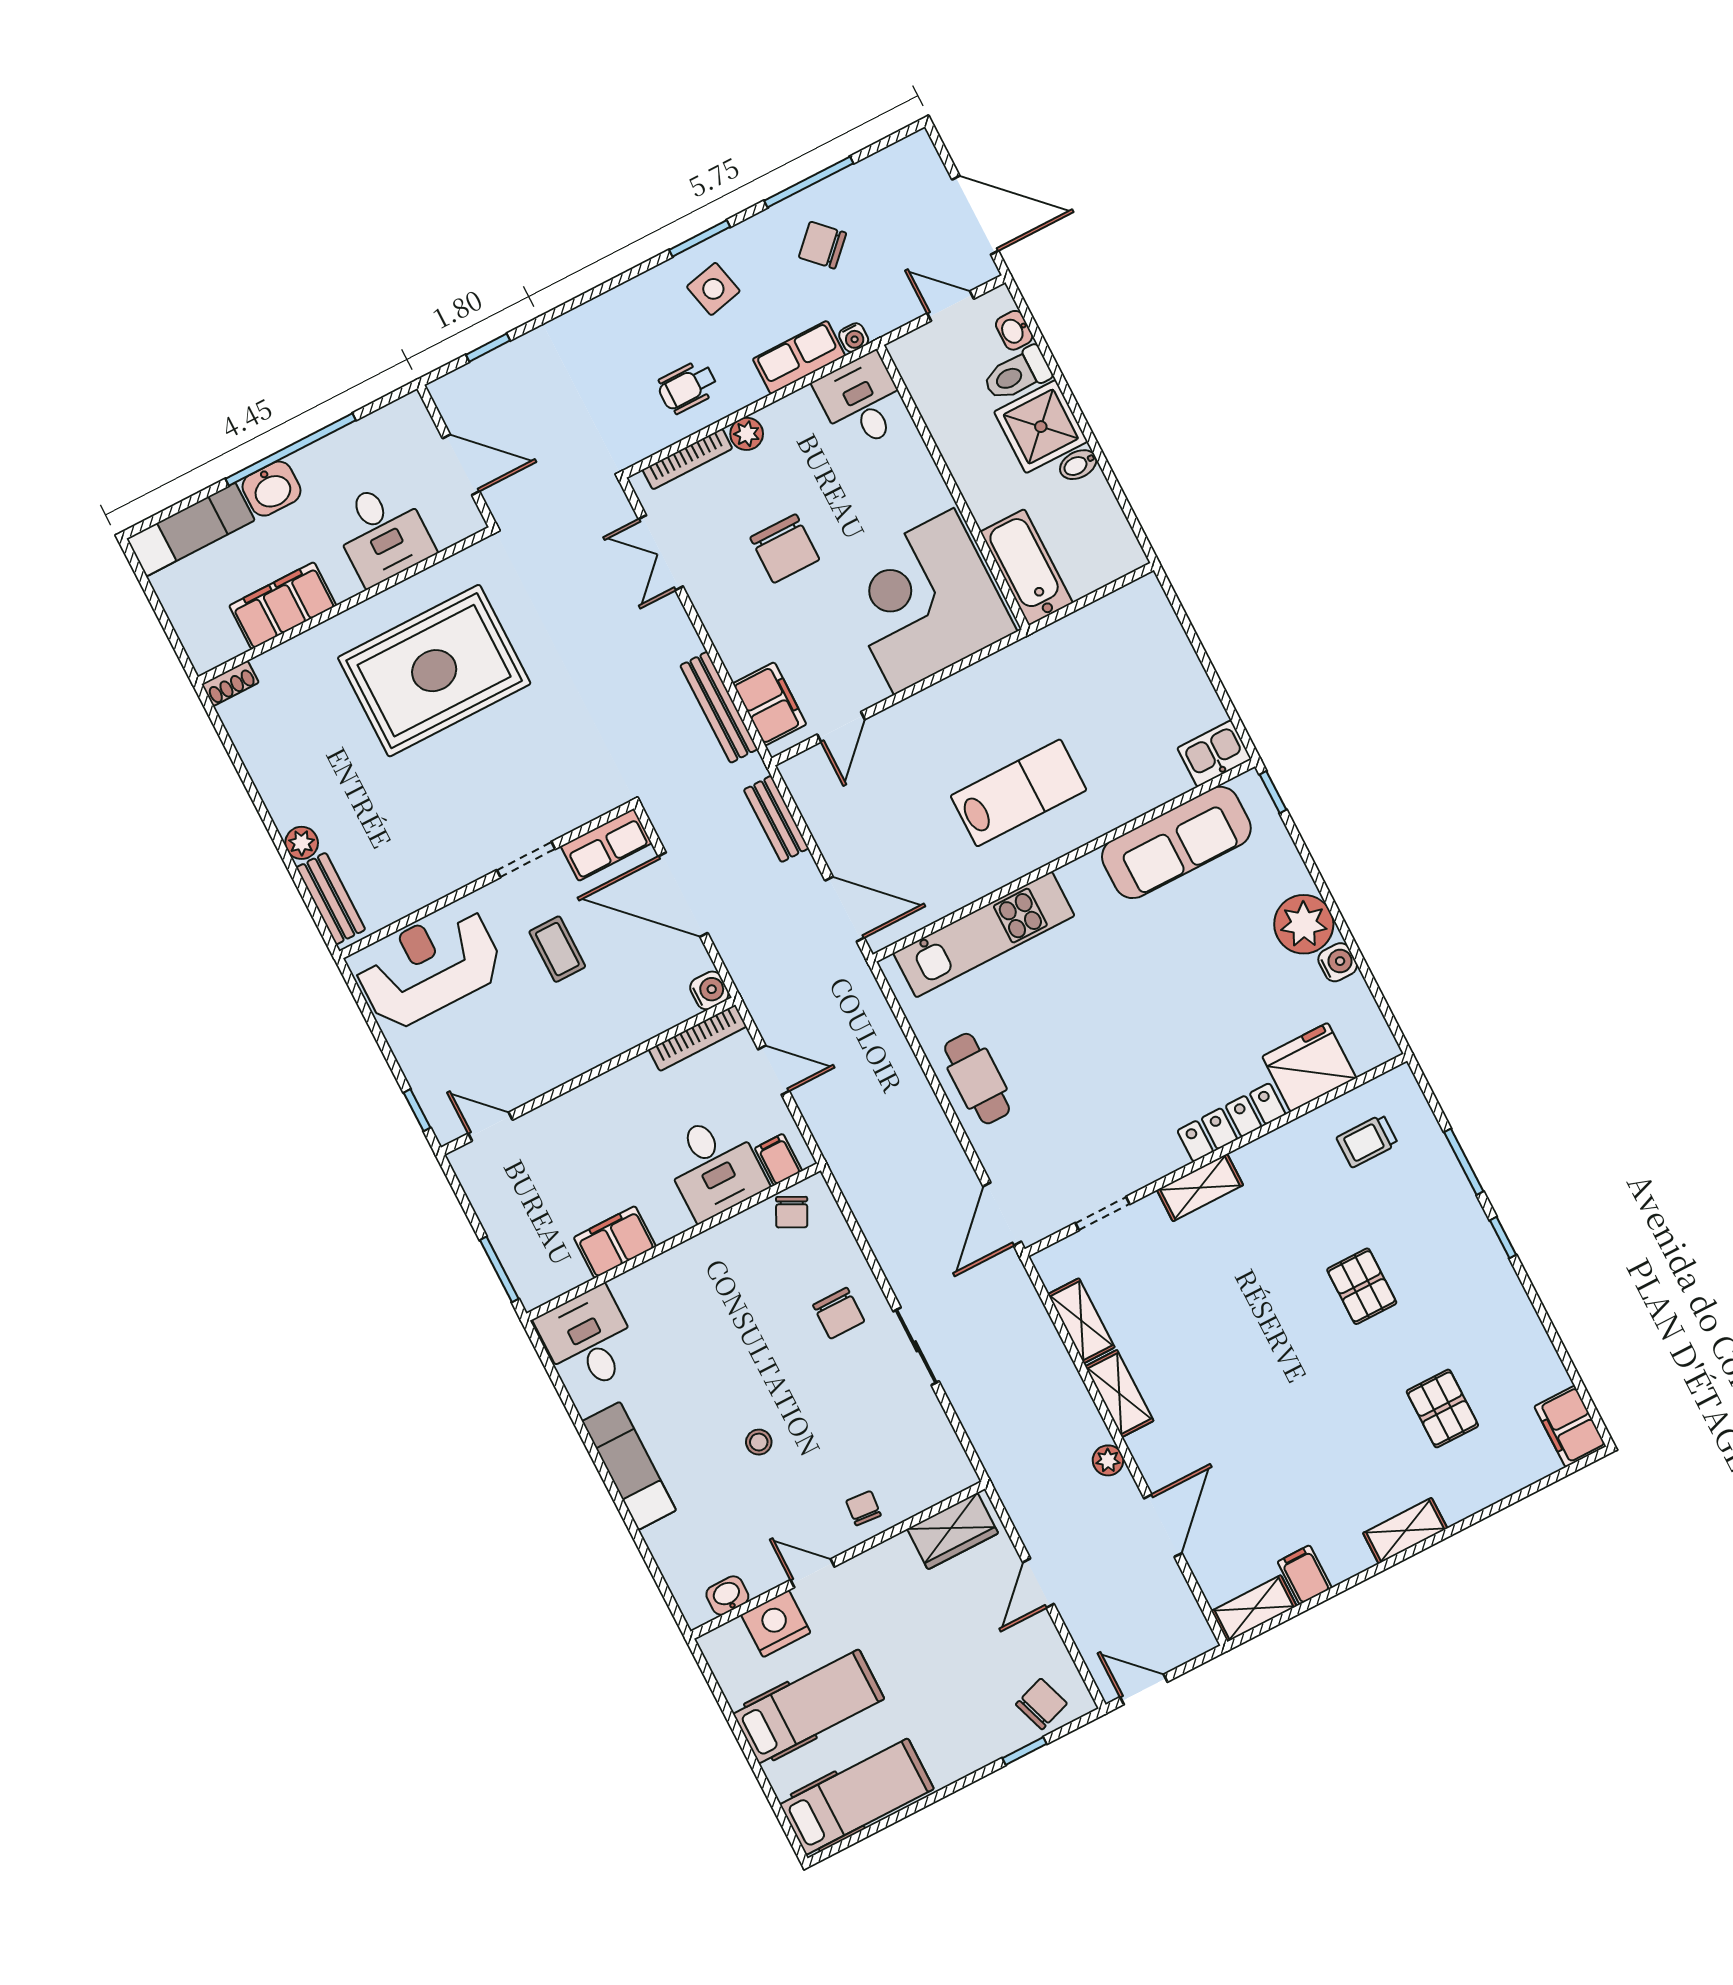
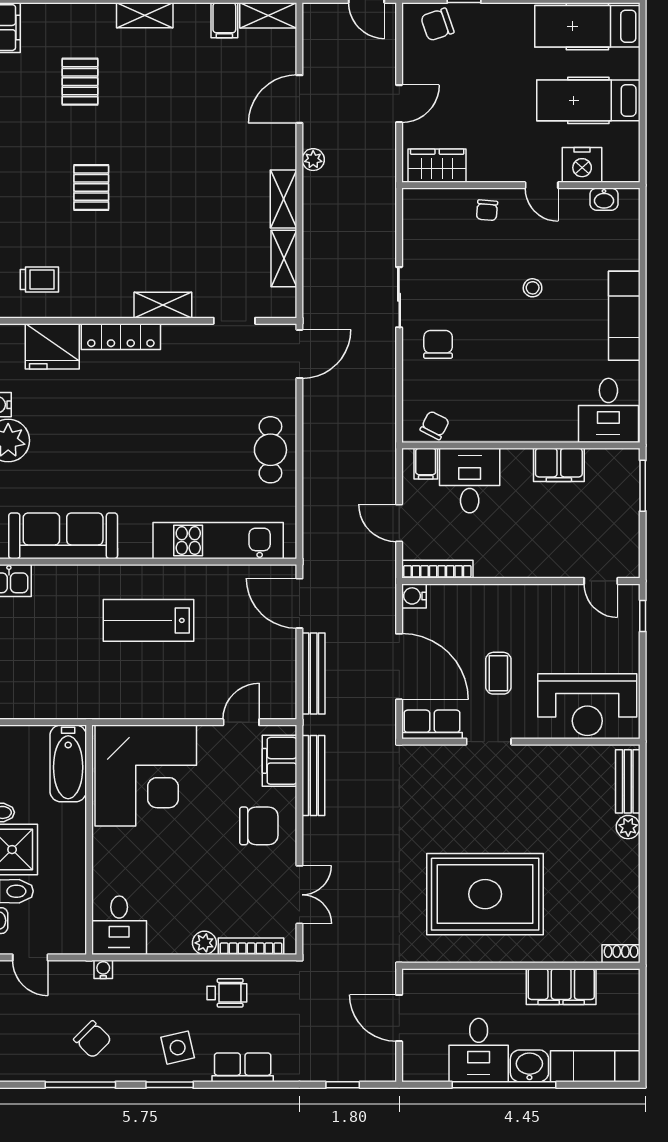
row of seats: (799, 357) -> (243, 1067), moved, turned 180
desk: (382, 533) -> (479, 1050), moved, turned 180
chair: (785, 549) -> (259, 826), moved, turned 90
bench: (776, 819) -> (314, 673), width x1.36

